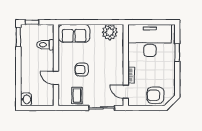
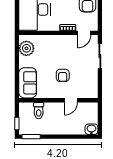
coffee table: (77, 95) -> (88, 80), removed

